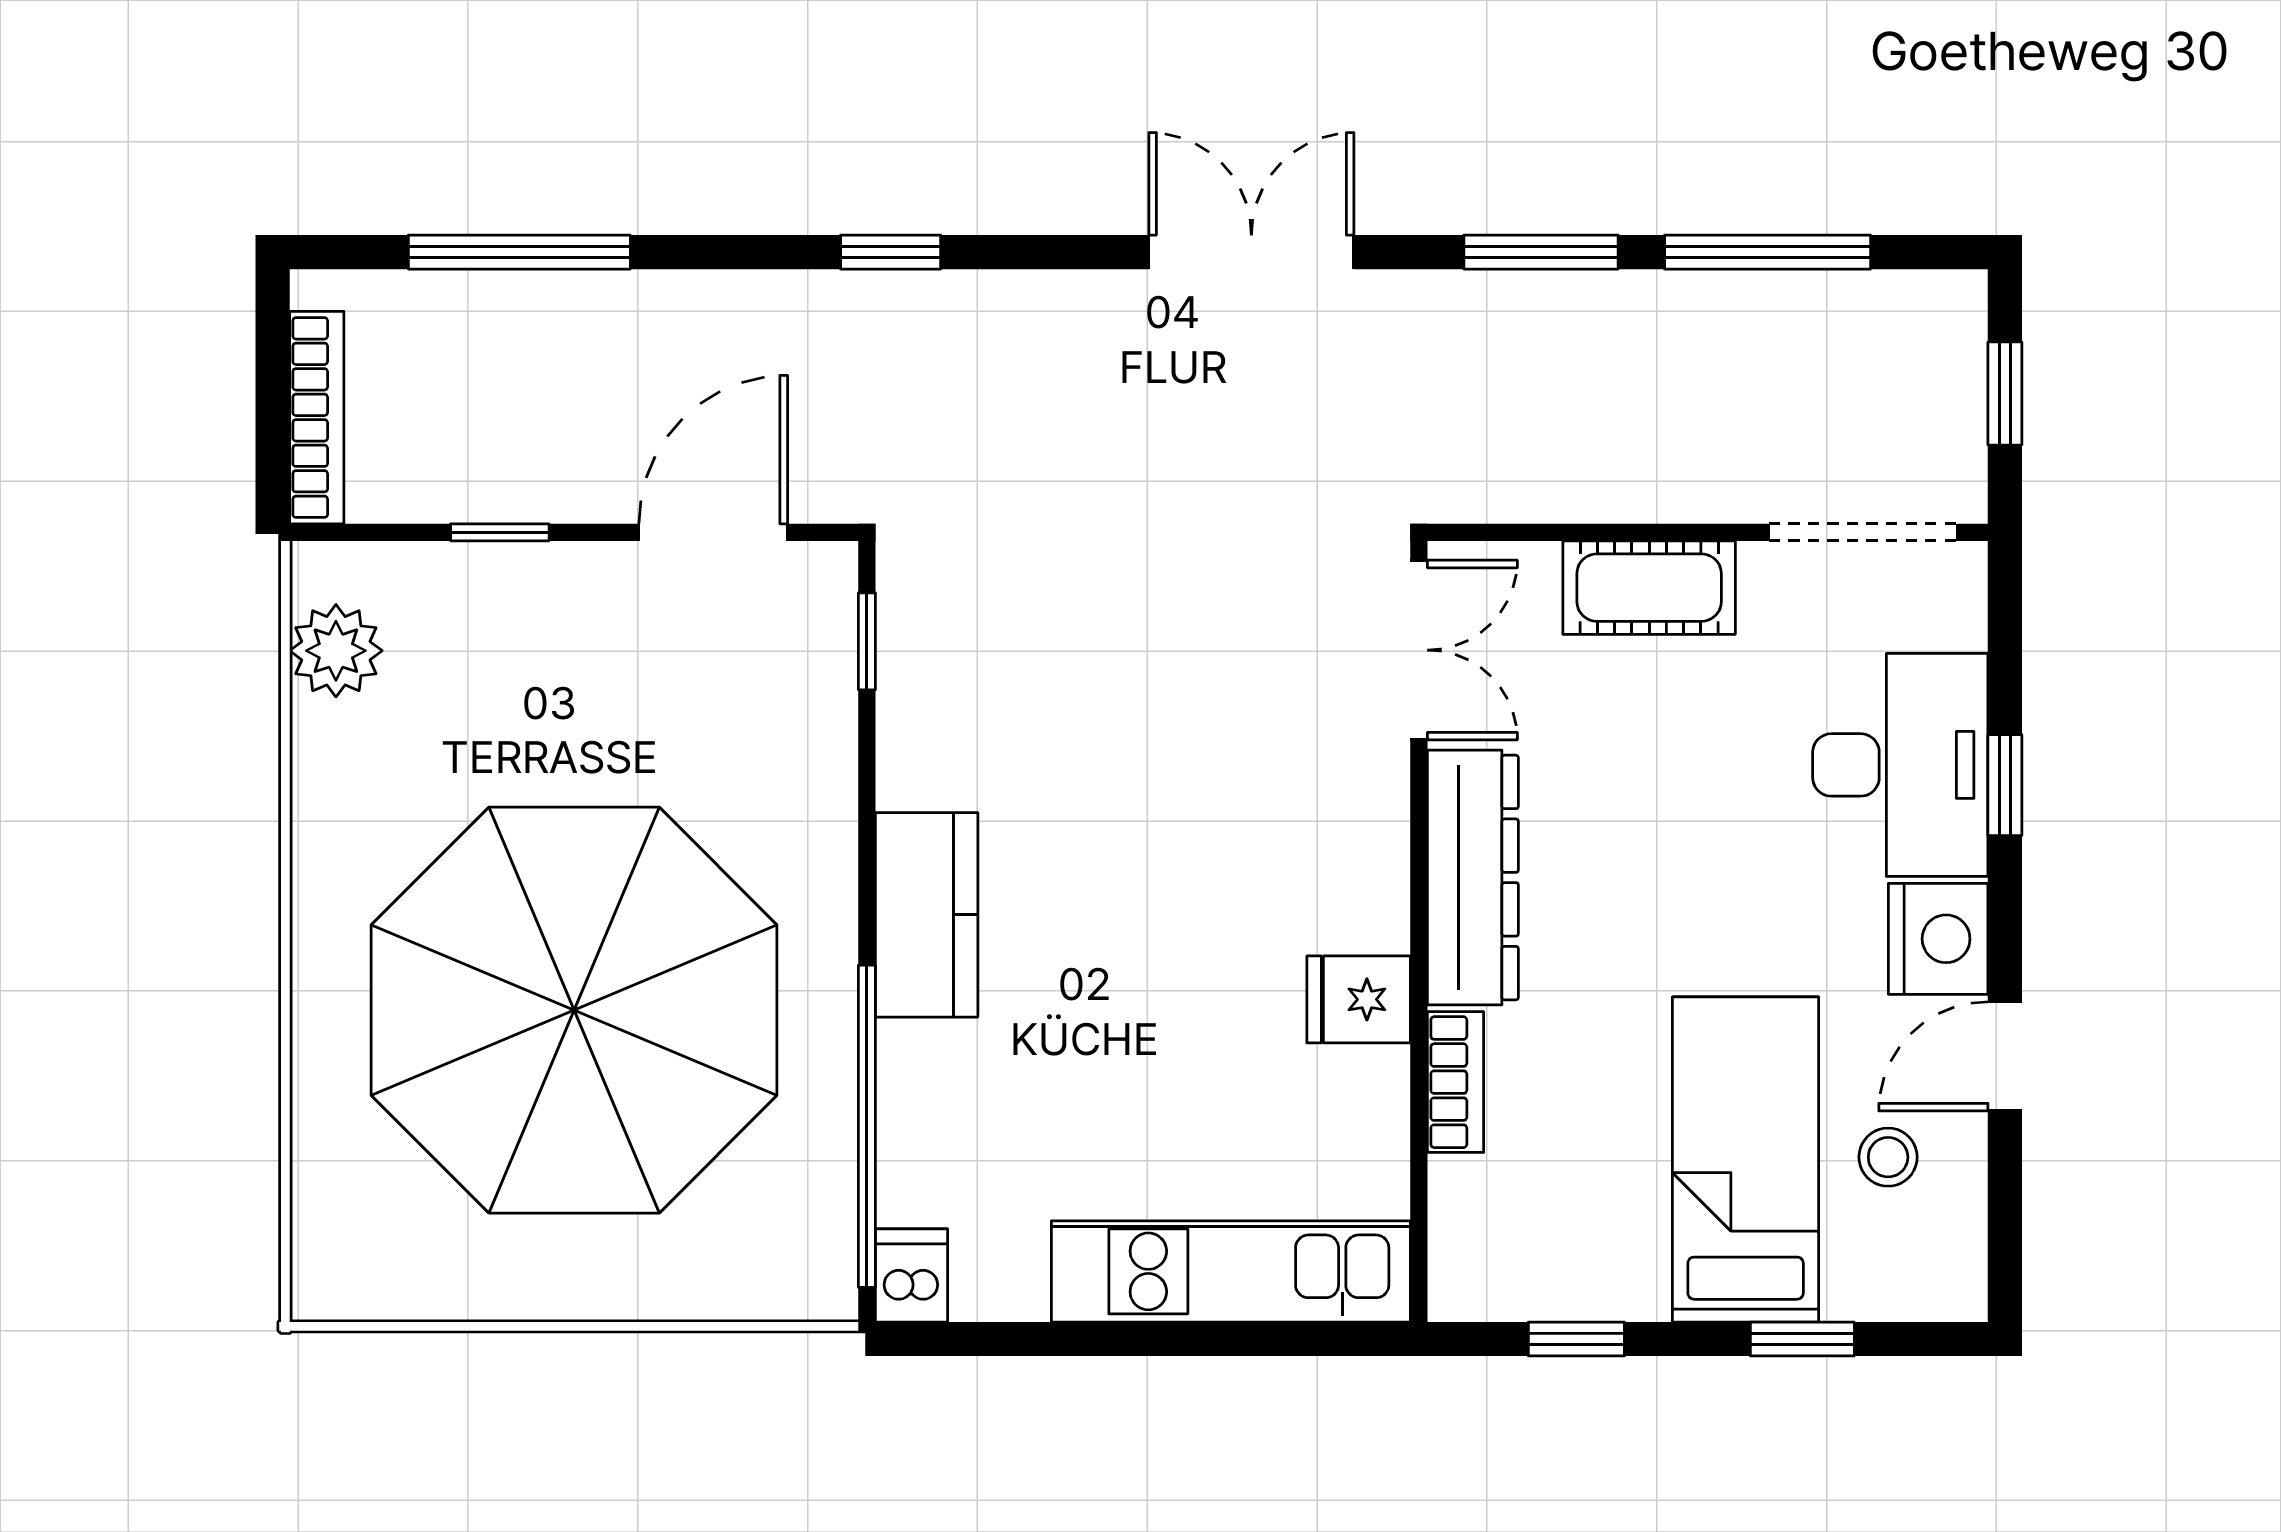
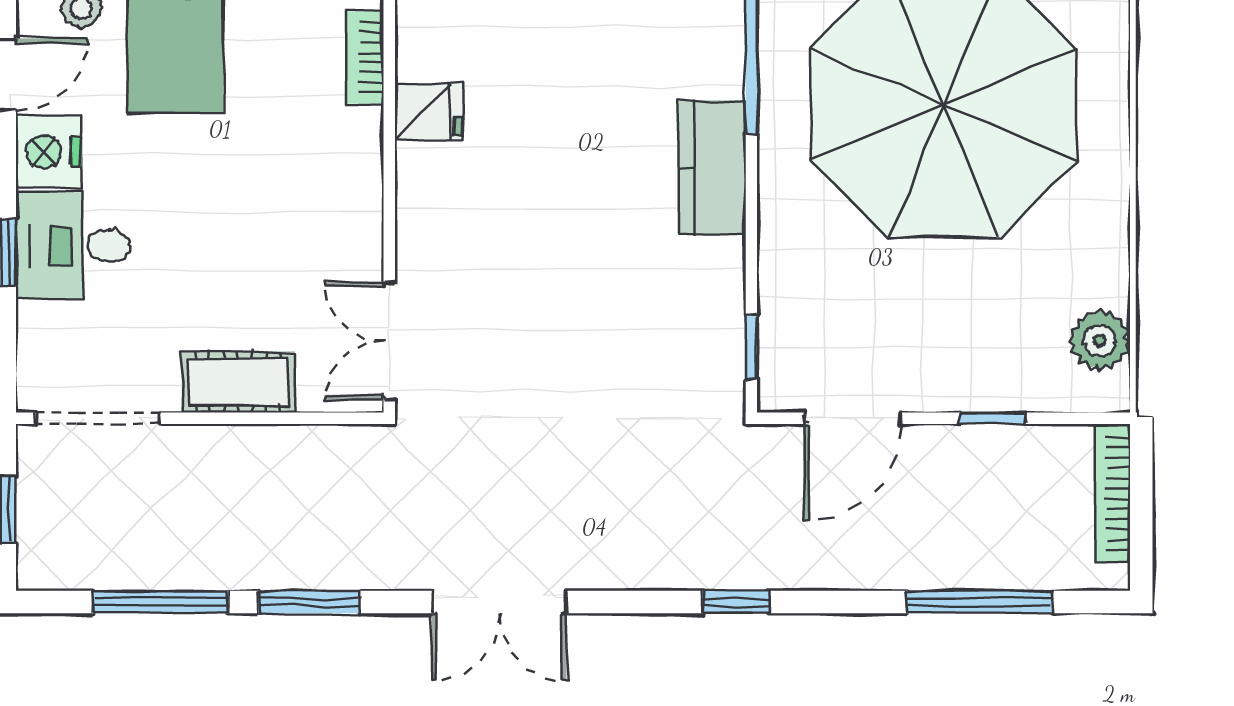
desk: (1900, 765) -> (73, 246), width x0.73
dresser: (1473, 878) -> (354, 192), removed

